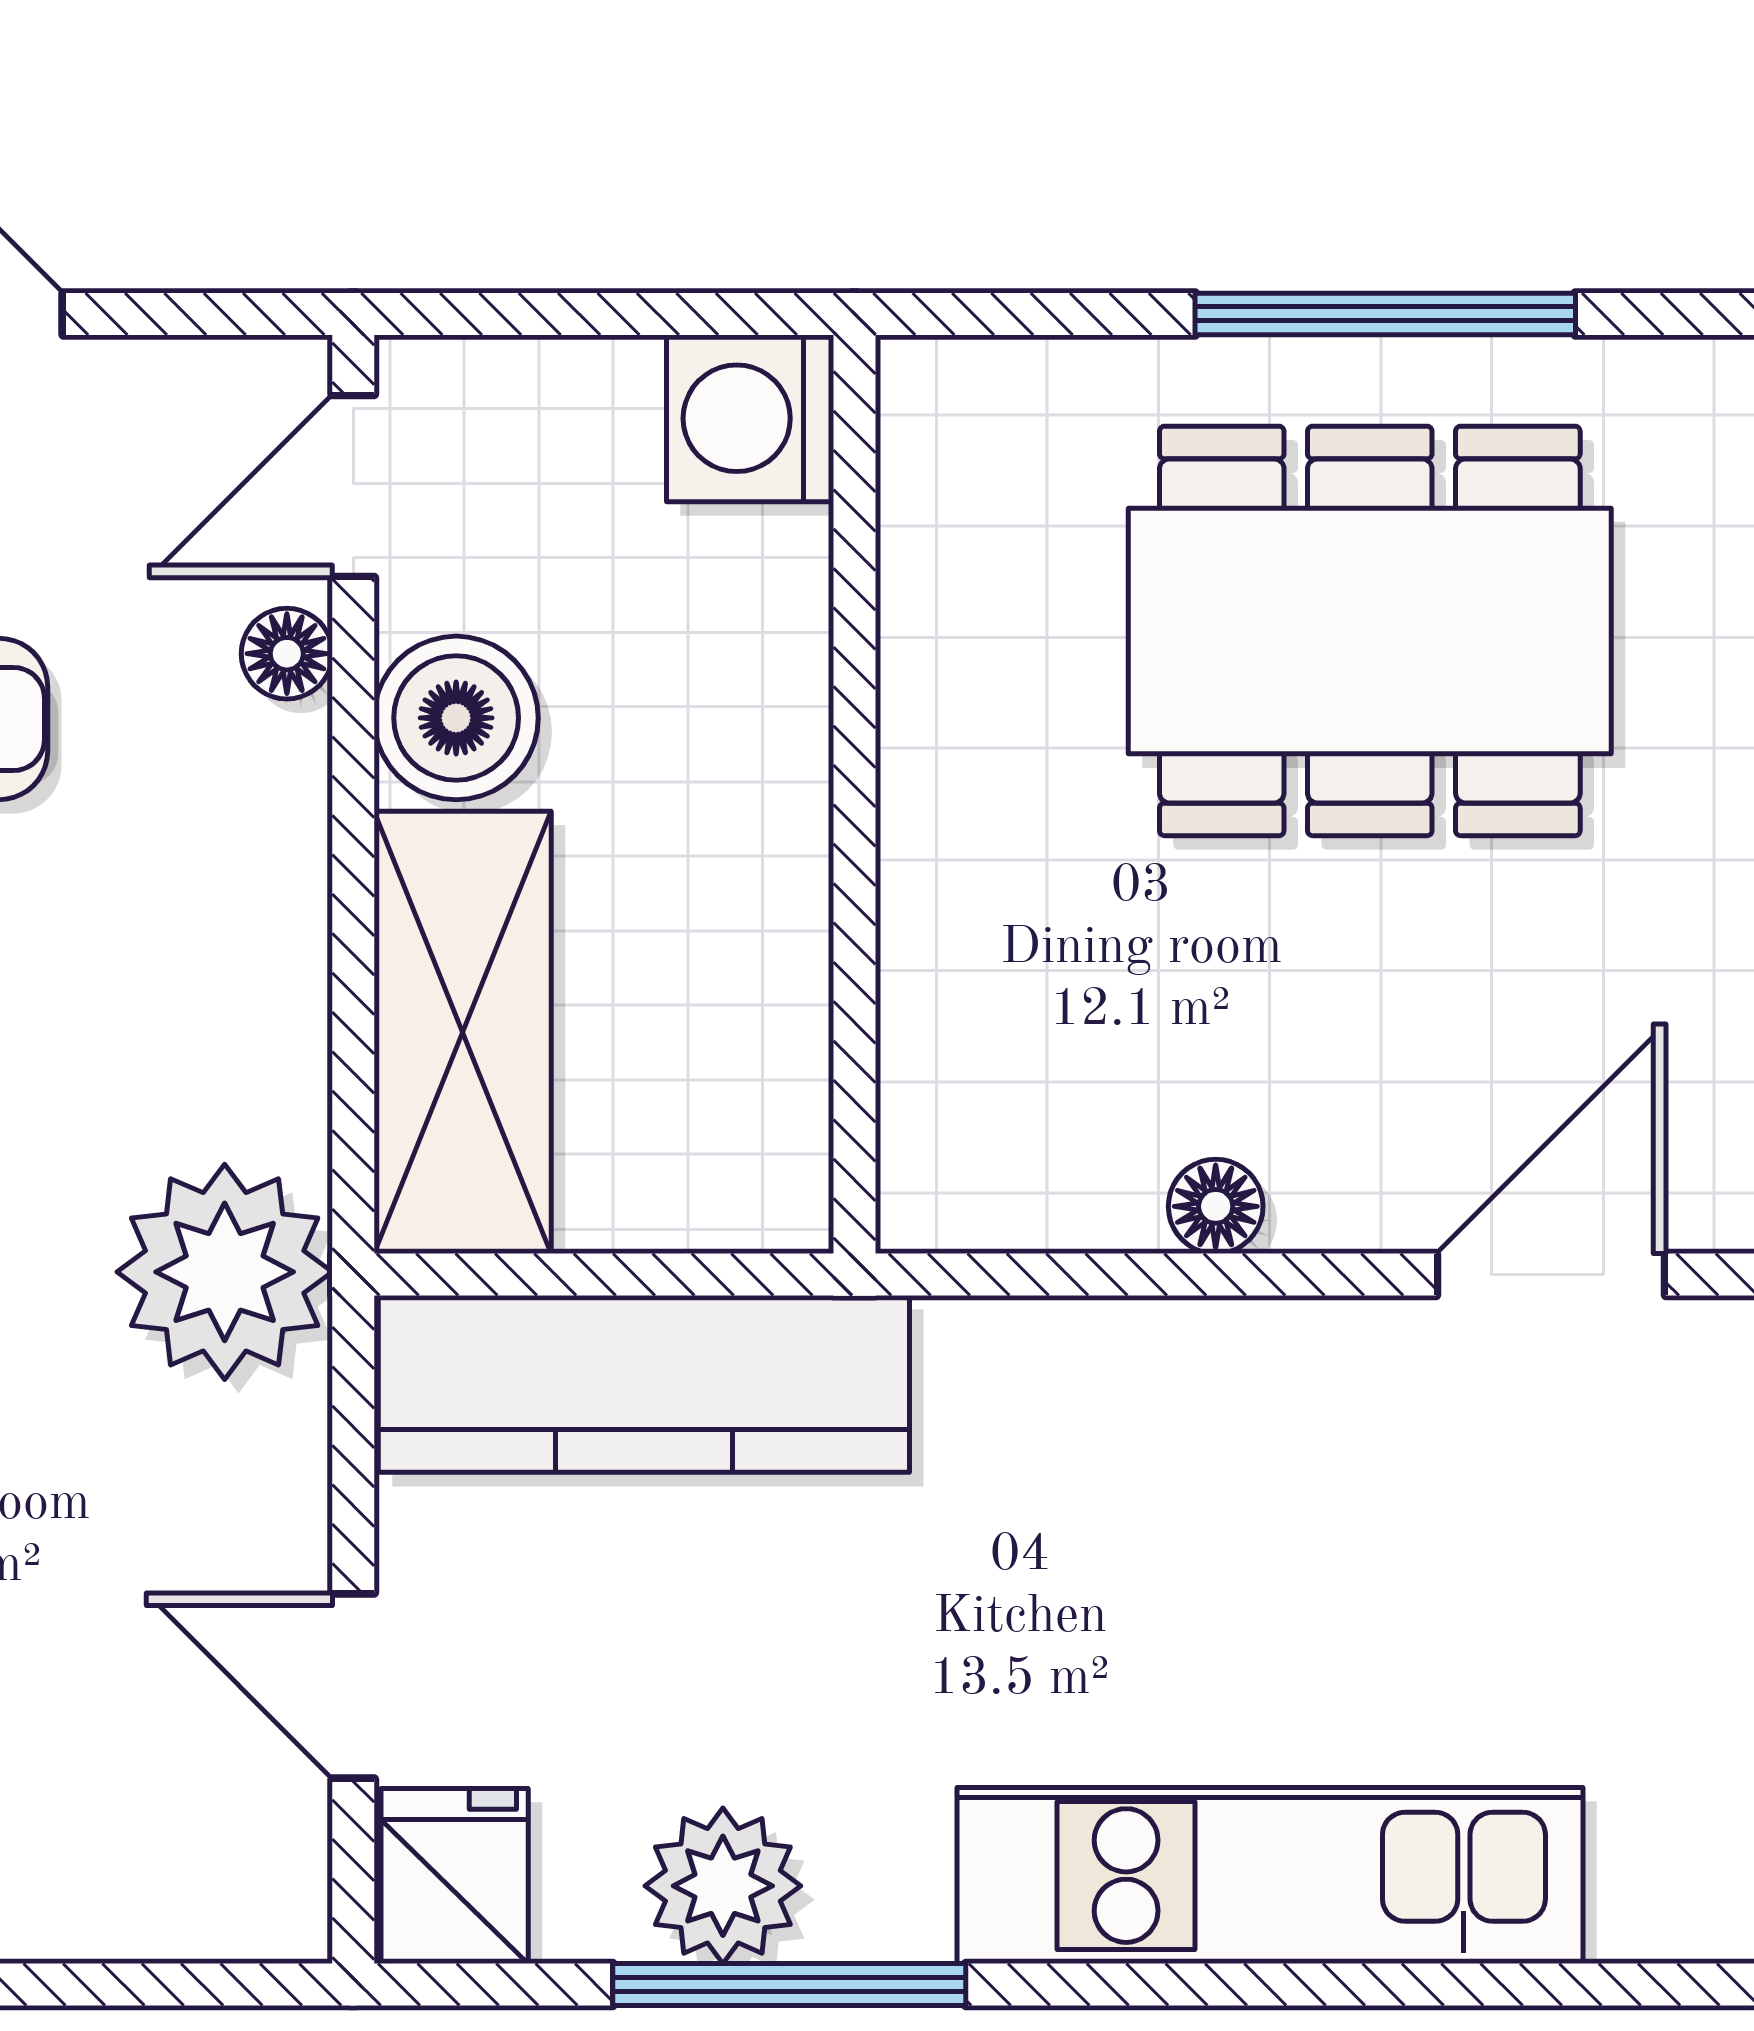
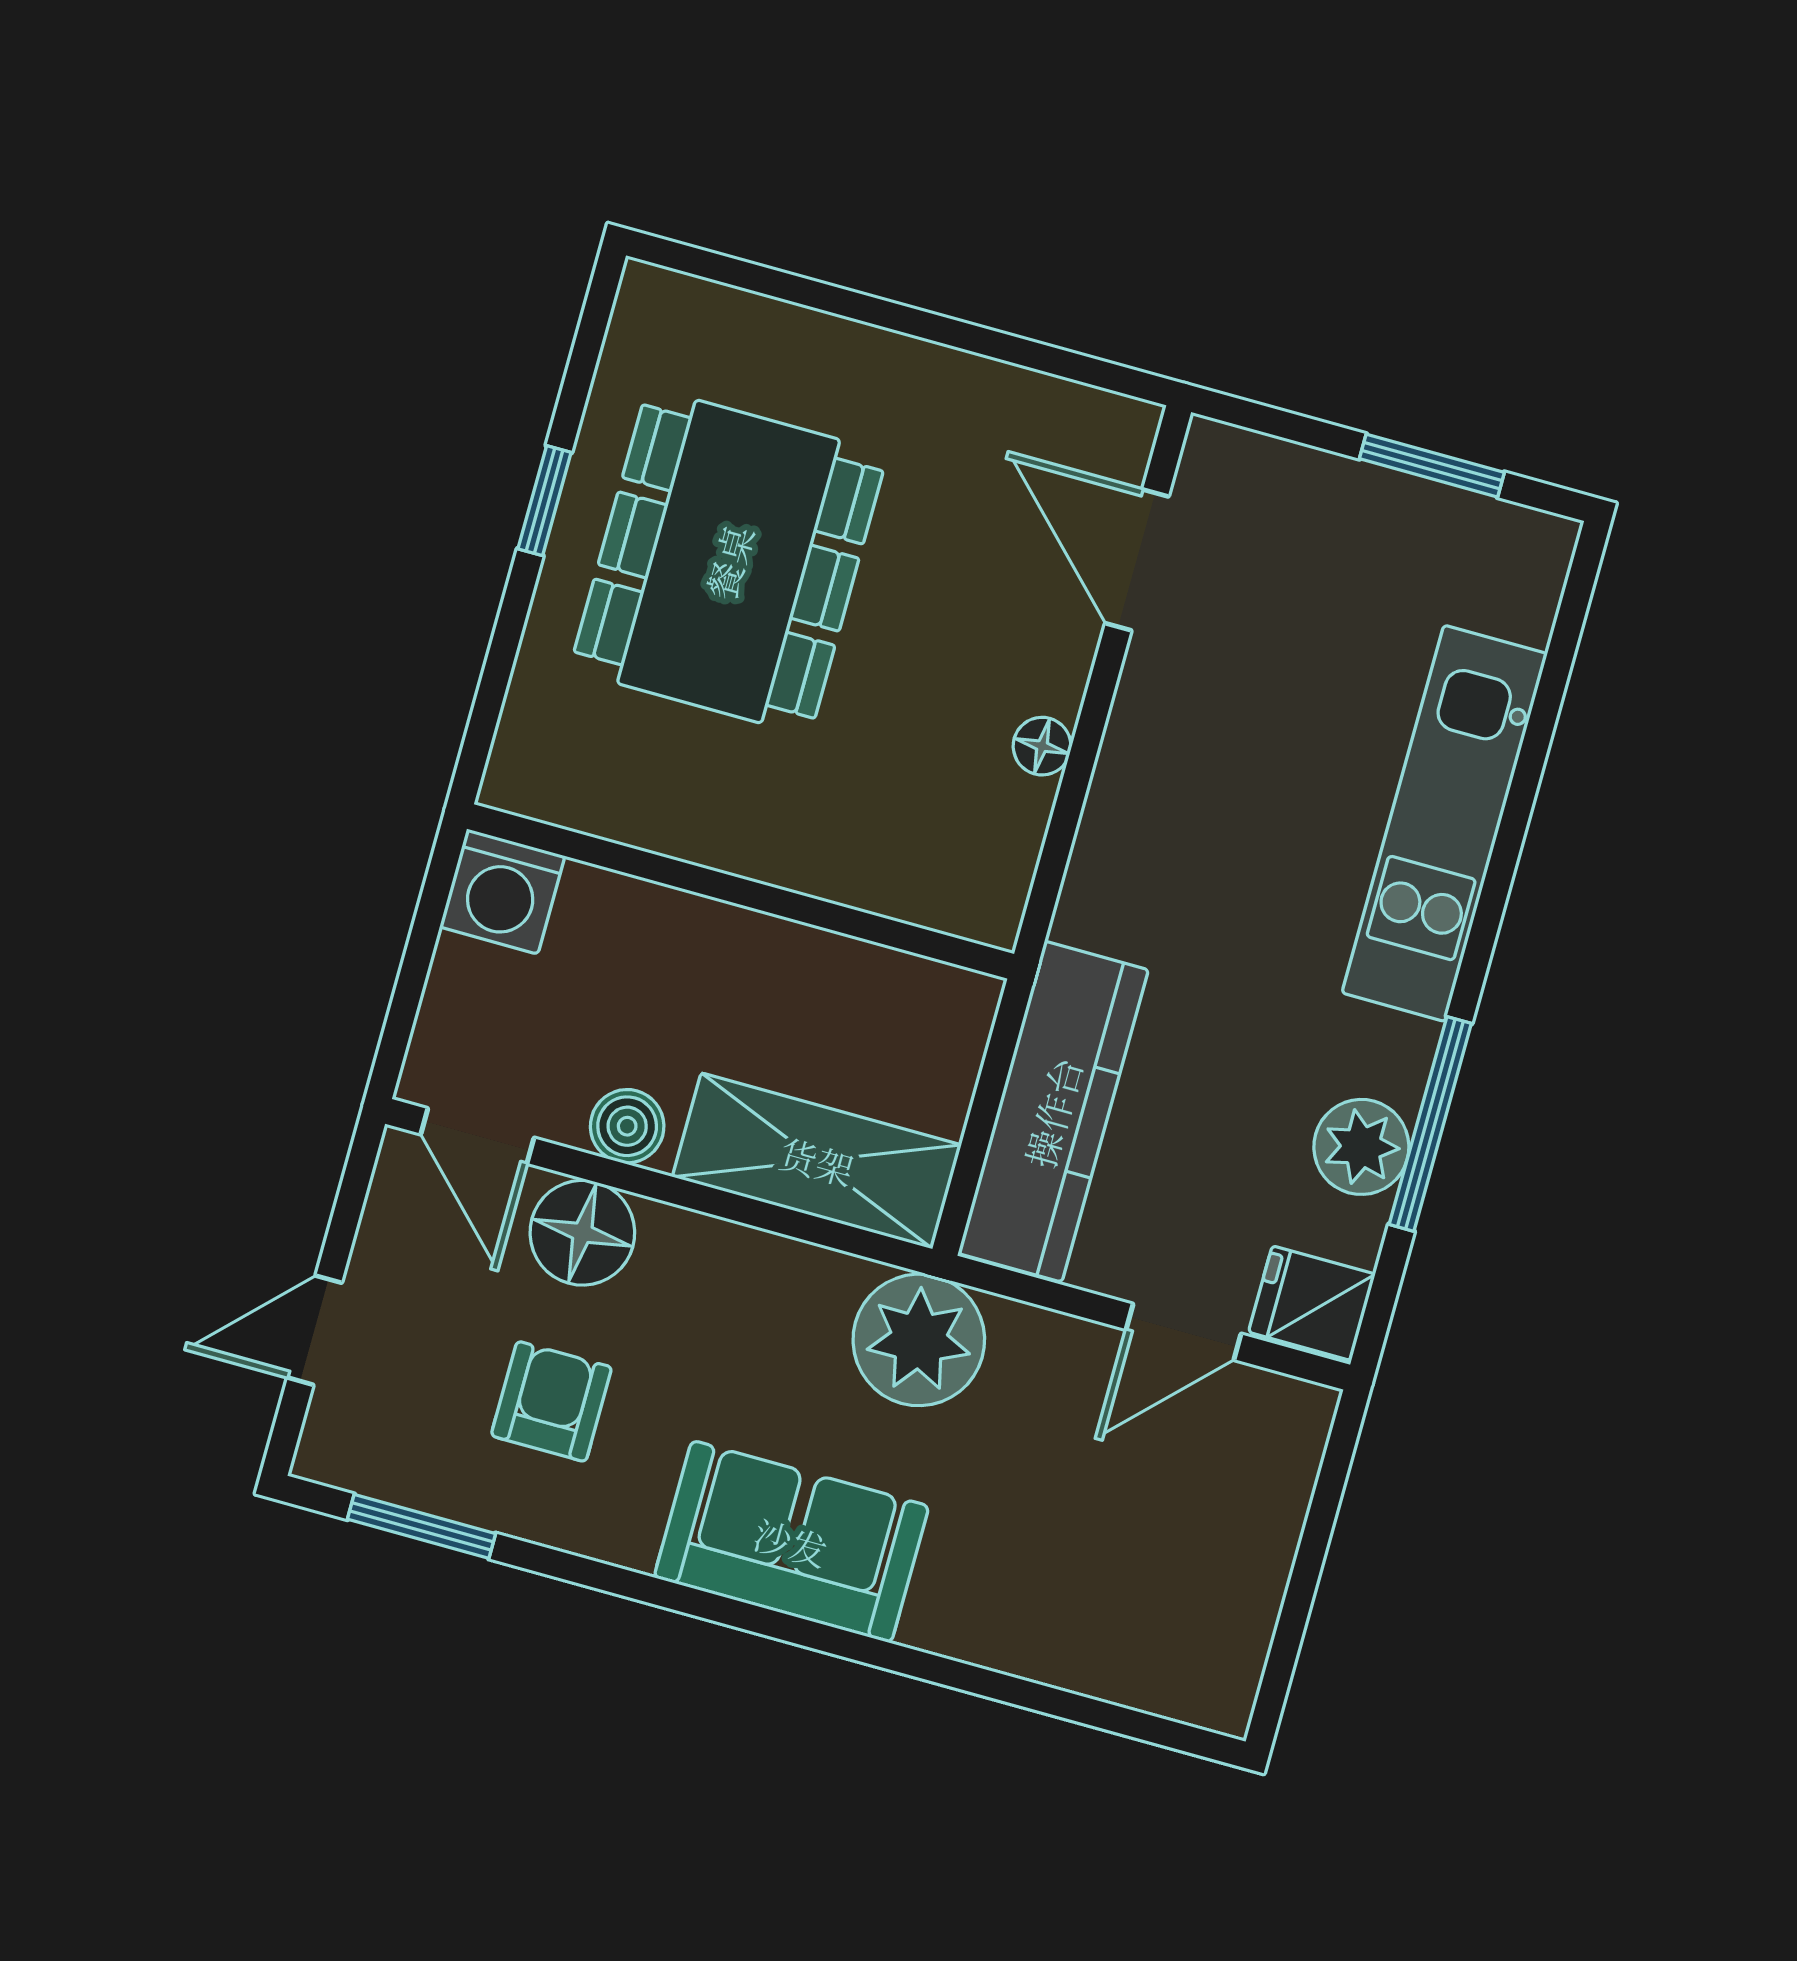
window: (1385, 314) -> (545, 501), width x0.46
floor lamp: (287, 654) -> (582, 1233), width x1.89, depth x1.89
boiler: (456, 718) -> (627, 1126), width x0.73, depth x0.73

